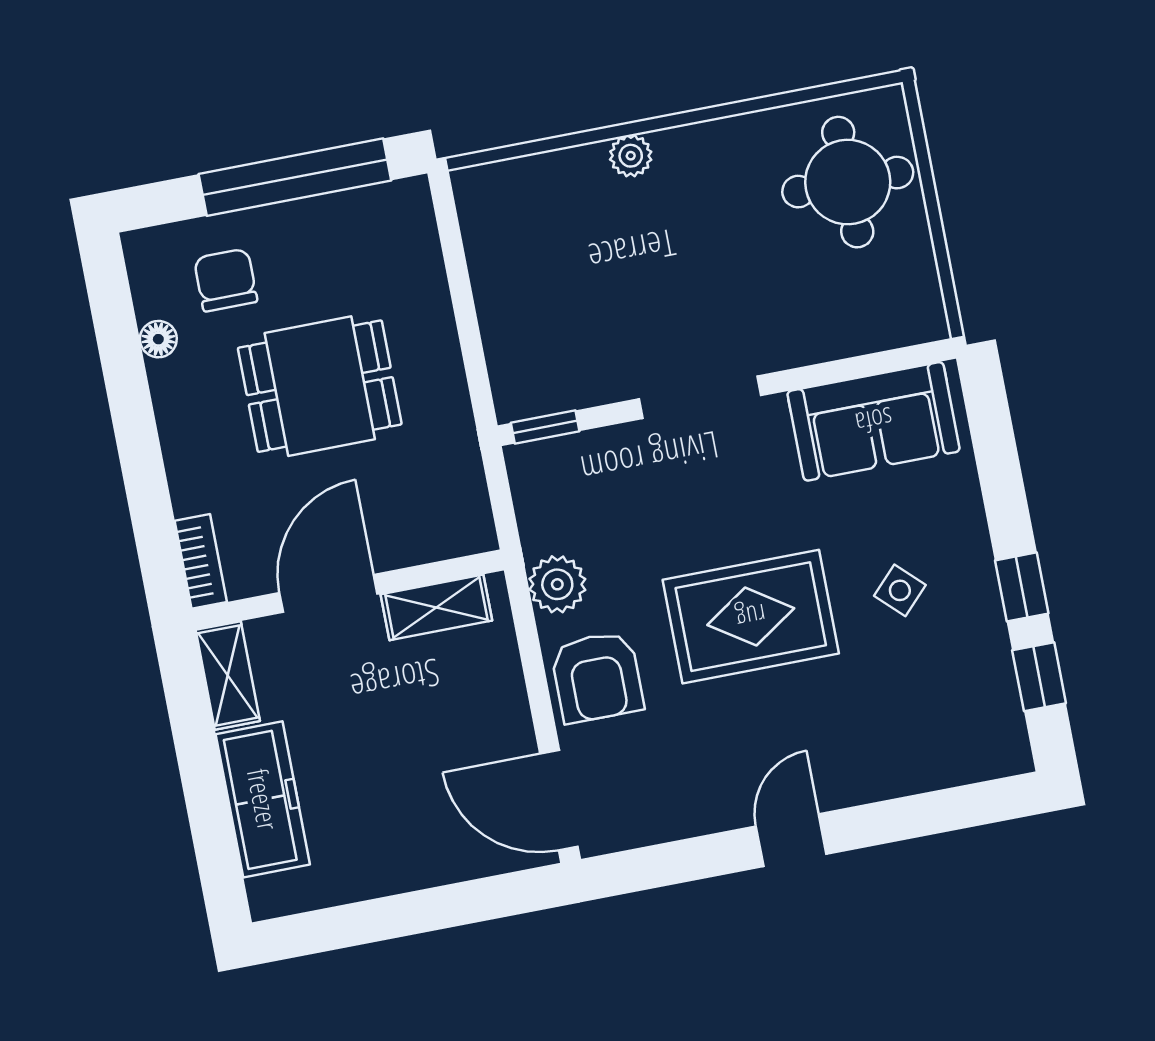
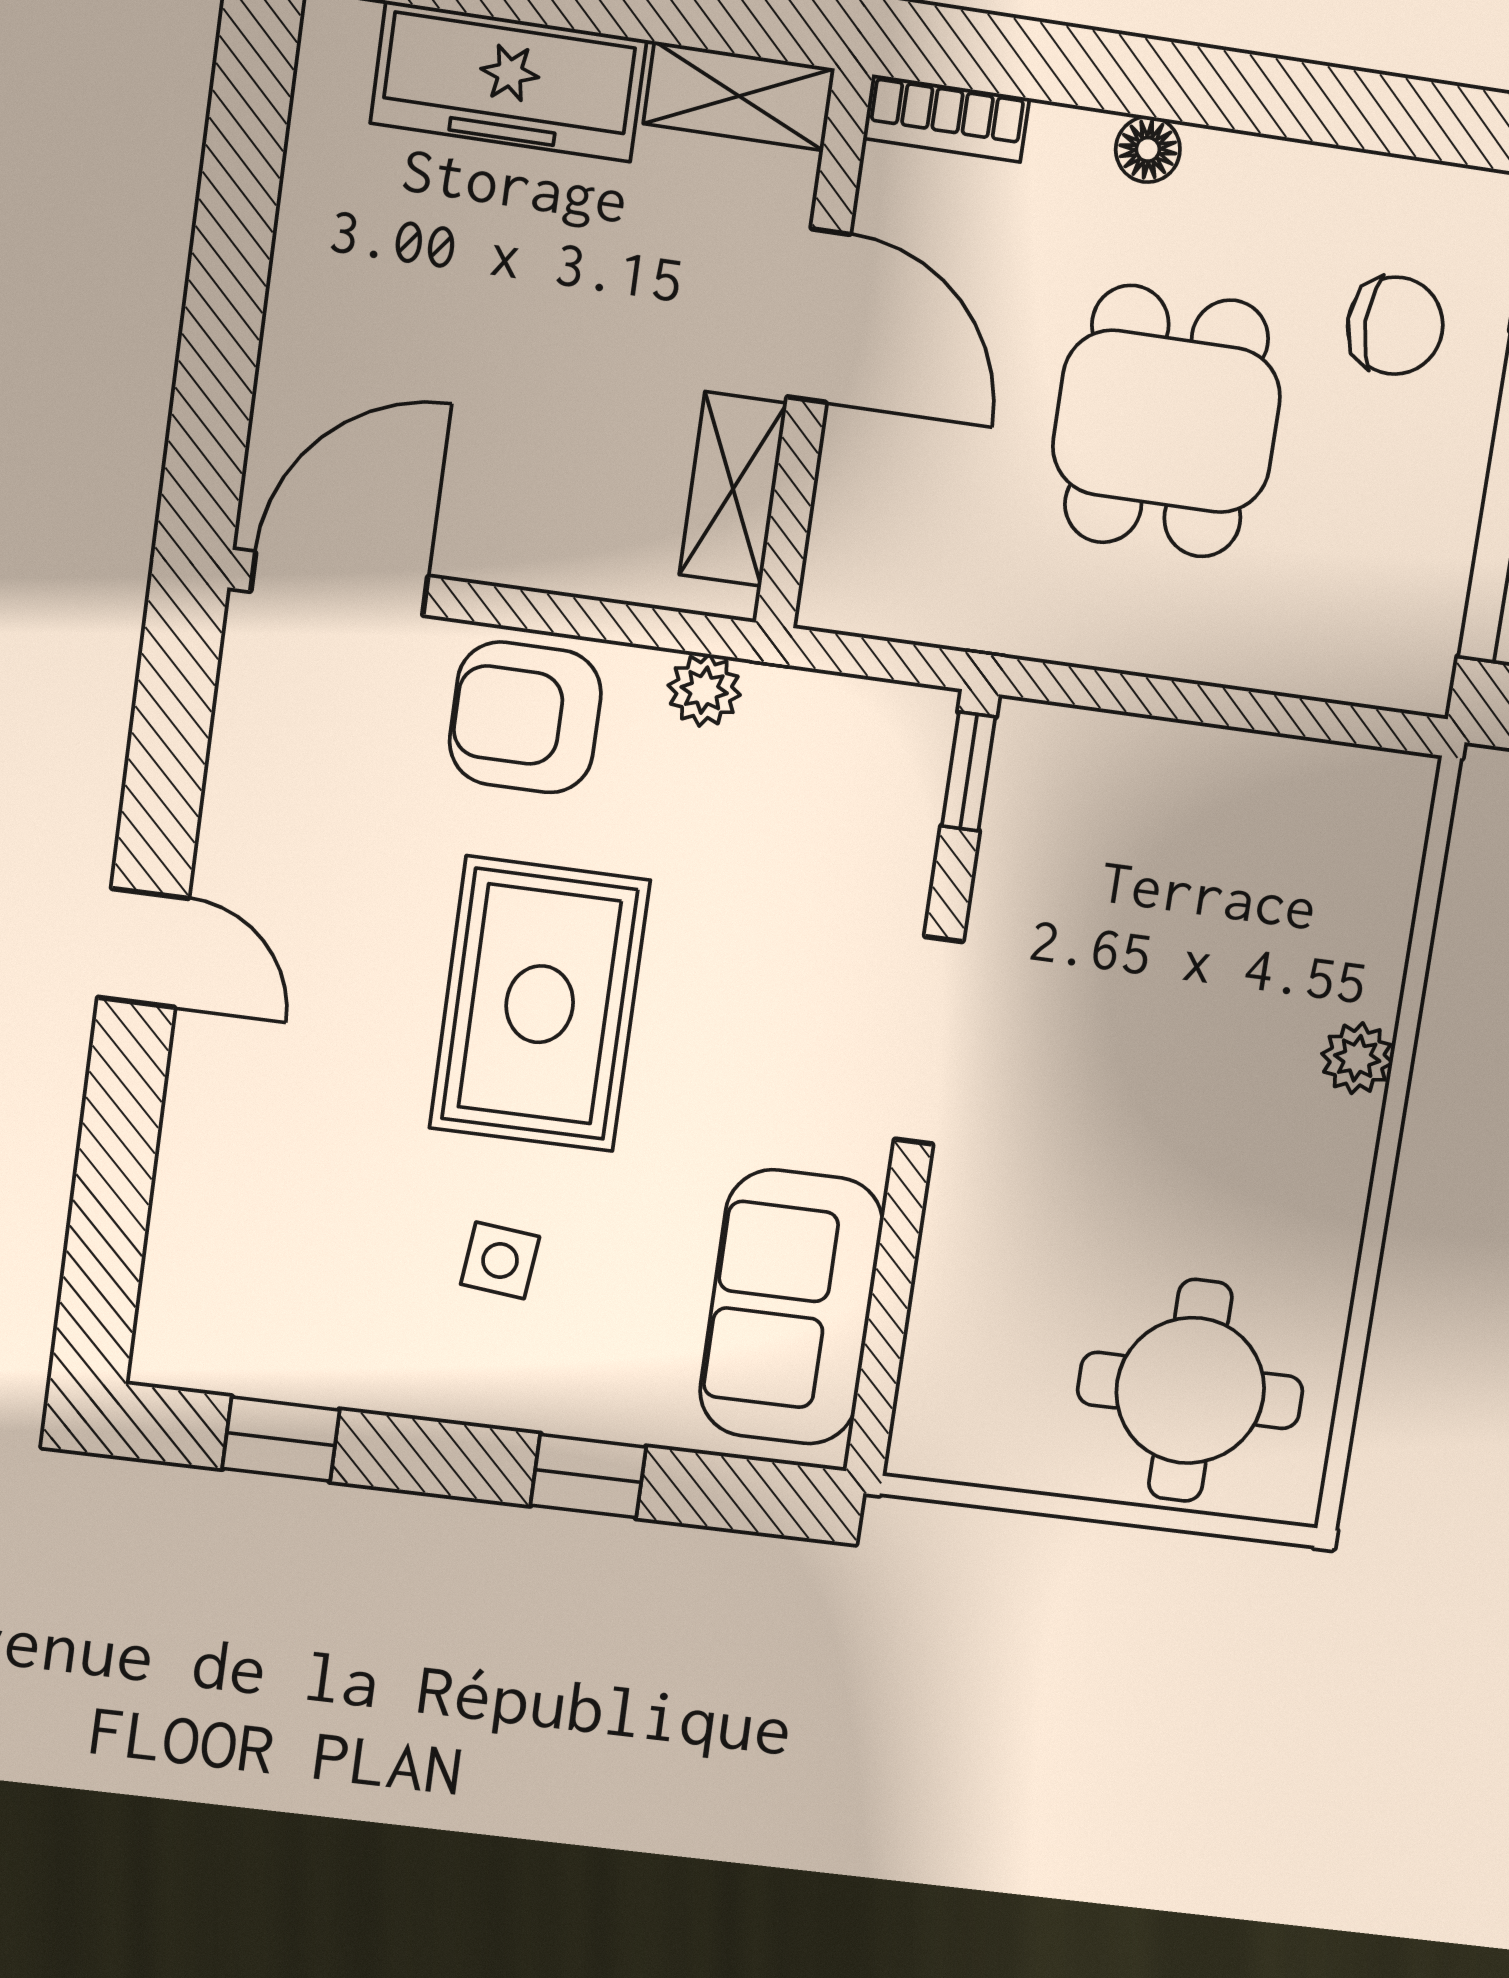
floor lamp: (158, 339) -> (1148, 149), moved
plant: (557, 584) -> (704, 690), width x0.73, depth x0.73
window: (1022, 587) -> (588, 1476), moved
side table: (900, 590) -> (500, 1260), turned -38

